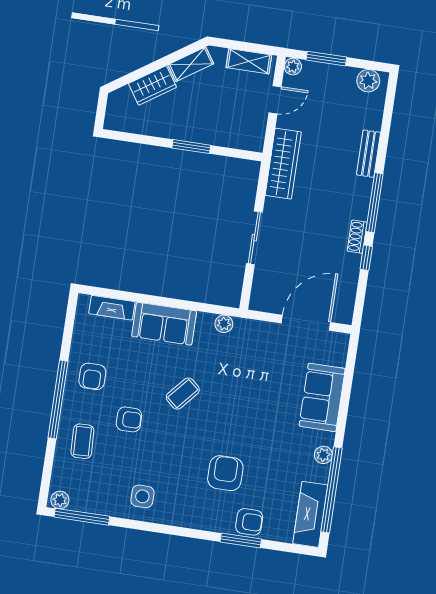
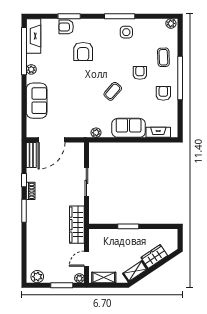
bench: (368, 154) -> (31, 155), moved
window: (374, 203) -> (24, 211), width x0.69
armchair: (129, 419) -> (140, 73), turned 90
window: (82, 517) -> (120, 16), moved

